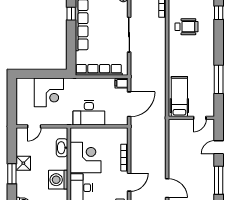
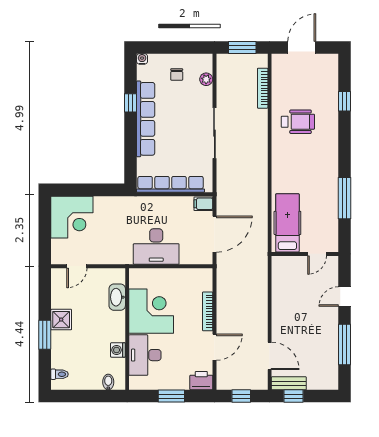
corner desk: (49, 92) -> (72, 217), moved
washing machine: (58, 180) -> (118, 350), width x0.53, depth x0.53

